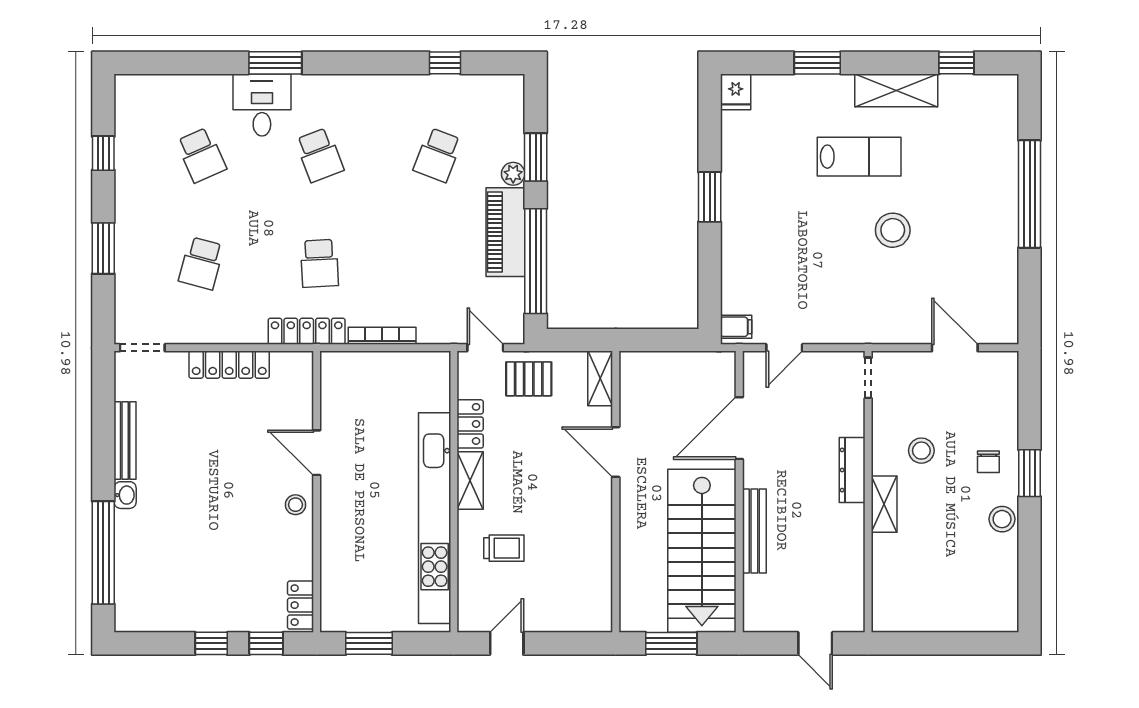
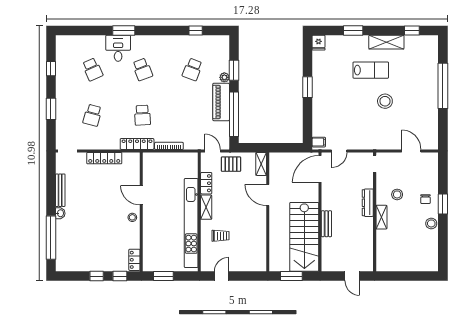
door: (739, 428) -> (320, 169), moved
bench: (754, 531) -> (326, 224), width x0.73

